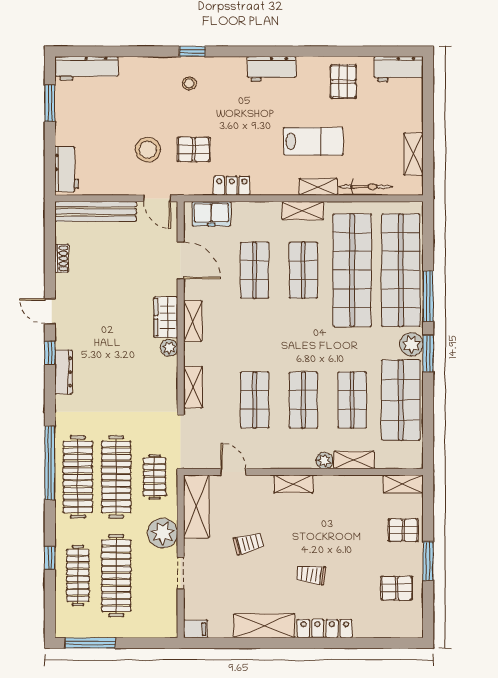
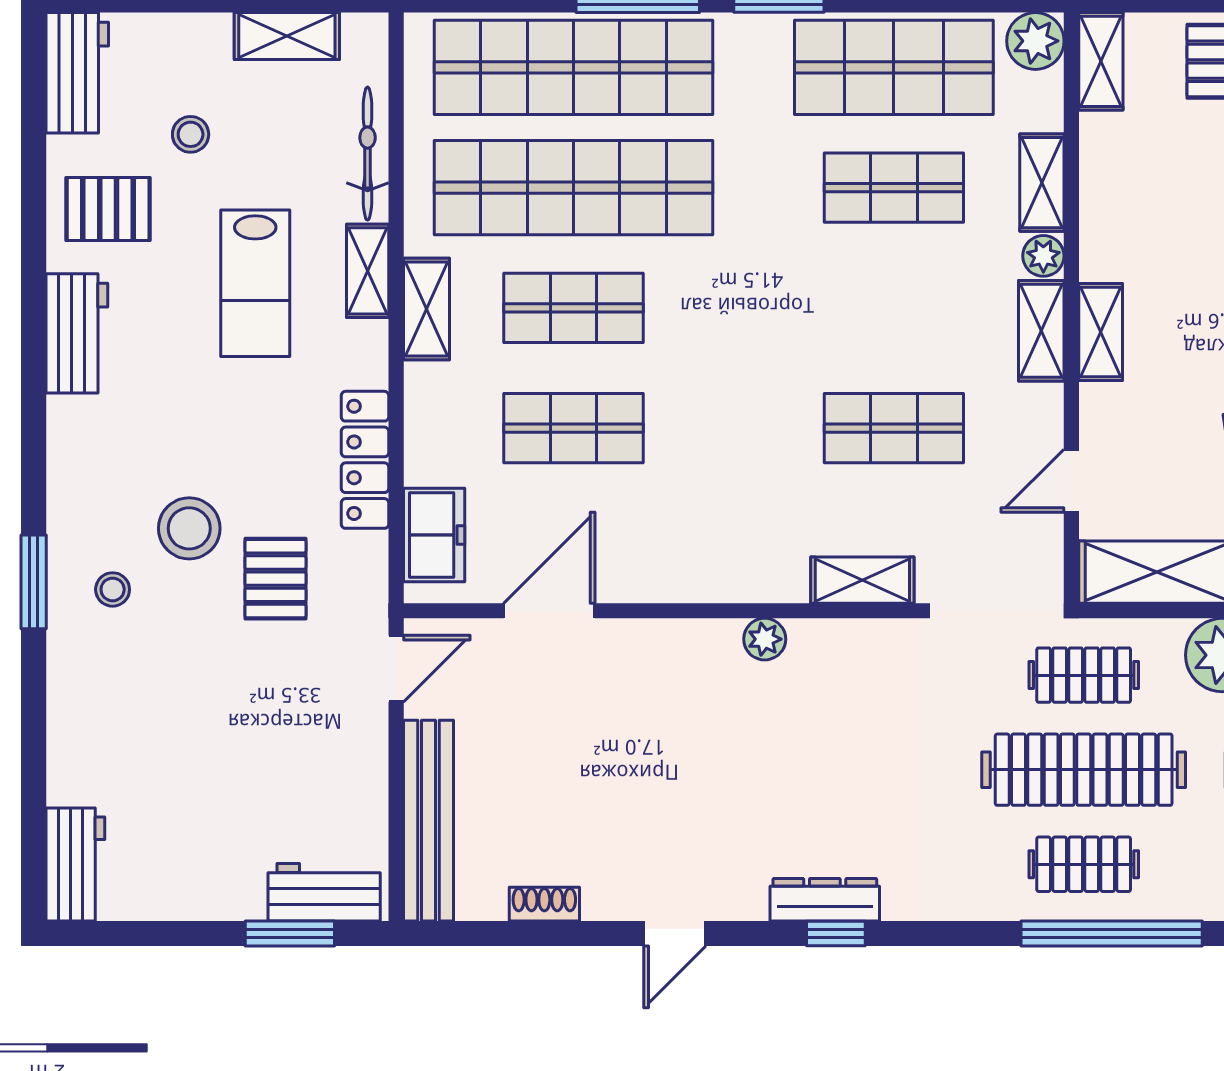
window: (192, 51) -> (34, 582), width x1.50
workbench: (86, 68) -> (75, 864), width x0.73
workbench: (272, 69) -> (77, 333), moved
window: (50, 103) -> (290, 934), moved
stool: (374, 115) -> (191, 134), added
lab bench: (313, 141) -> (255, 283), turned 180
stool: (148, 150) -> (189, 528), moved
locker: (232, 186) -> (365, 460), width x1.53
wardrobe: (166, 317) -> (690, 647), removed
shelving: (193, 321) -> (1041, 331), moved, turned 90
plant: (411, 344) -> (1035, 41), moved
window: (50, 353) -> (836, 934), moved
shop shelf: (303, 400) -> (894, 308), removed
window: (50, 463) -> (1112, 934), moved
clothes rail: (78, 477) -> (1084, 864), width x0.54, depth x0.76

